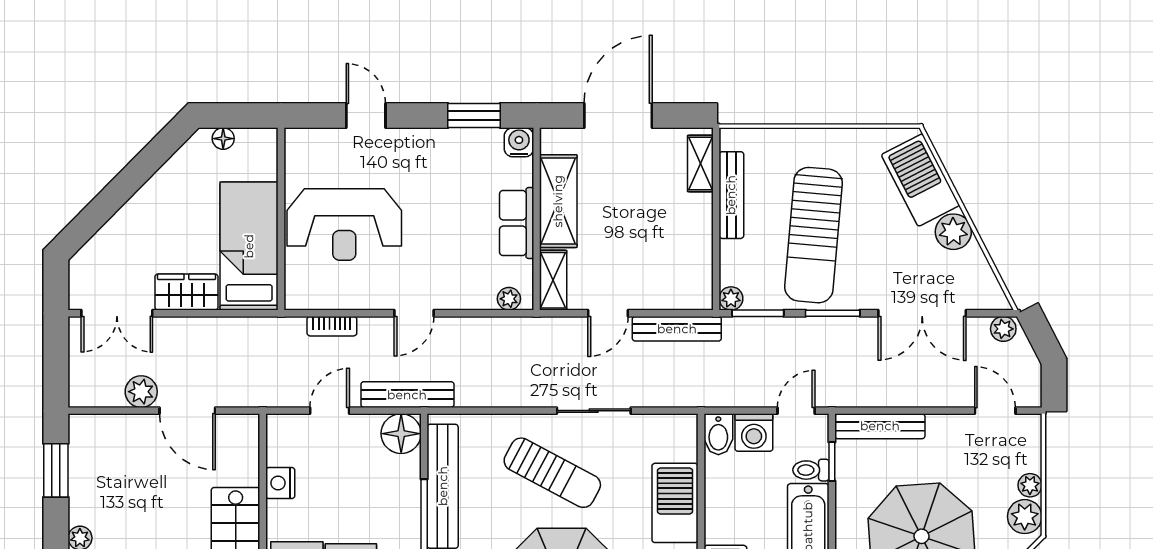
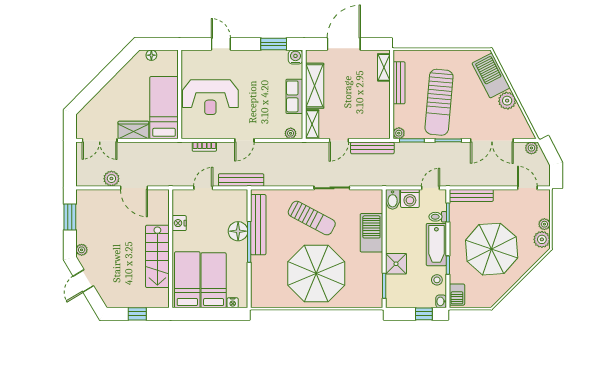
floor lamp: (401, 434) -> (238, 231), moved

